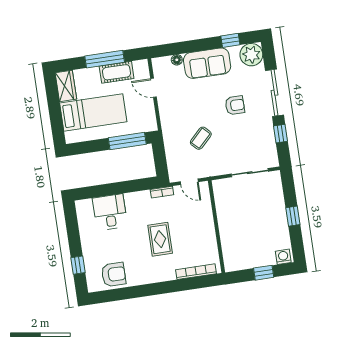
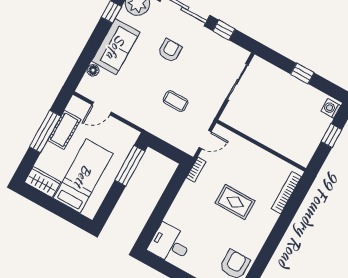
coffee table: (201, 138) -> (176, 101), turned -45
desk: (110, 212) -> (170, 244), moved

